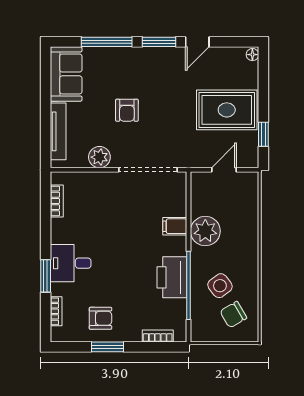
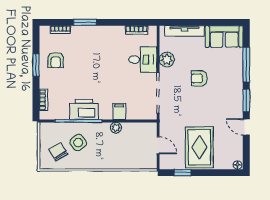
plant: (205, 231) -> (116, 128), width x0.53, depth x0.53
desk: (71, 263) -> (143, 60), moved, turned 90

